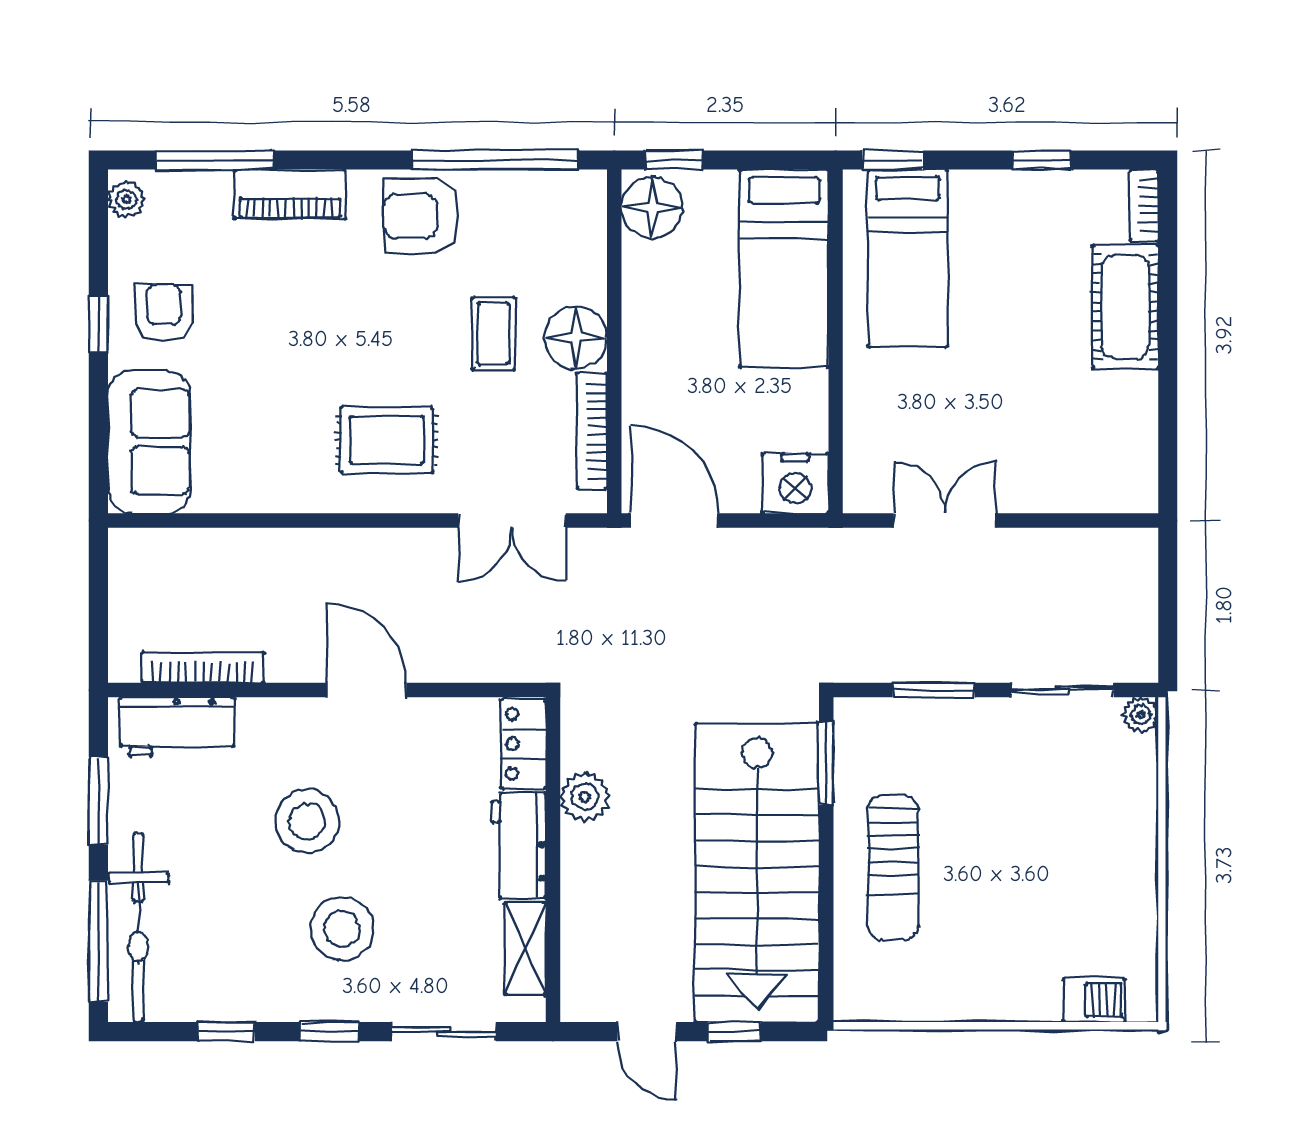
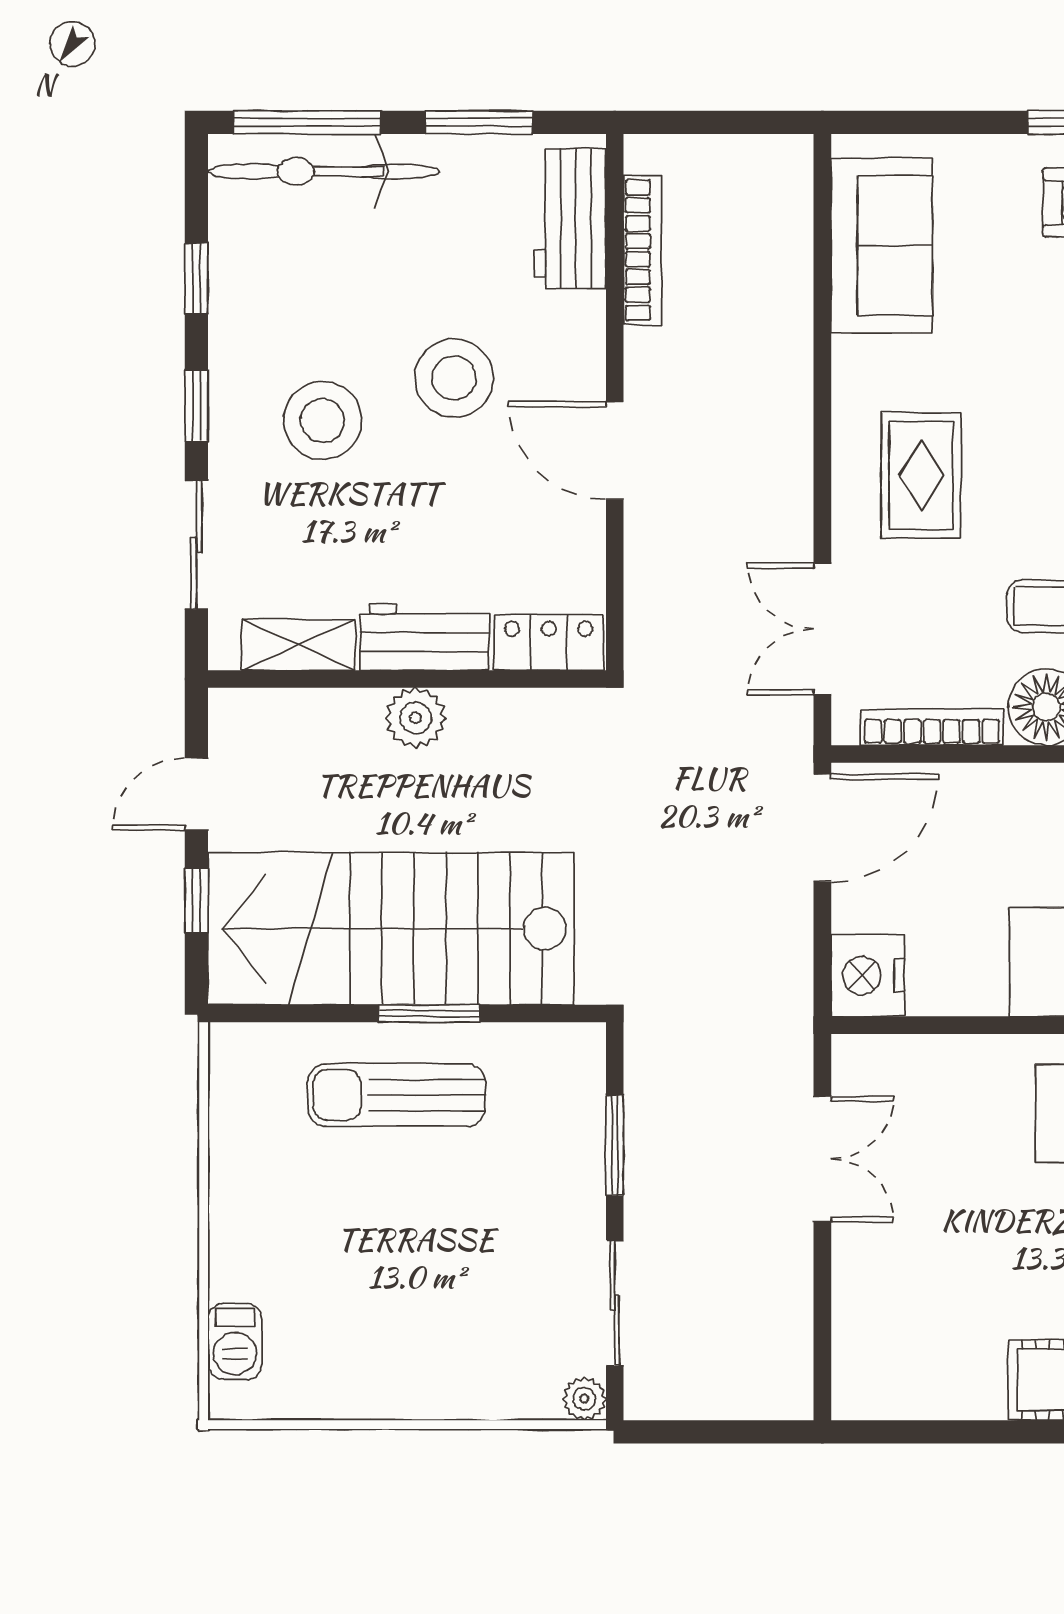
sofa: (149, 442) -> (882, 245), moved, turned -90
door: (366, 690) -> (615, 450), swing flipped
window: (826, 763) -> (429, 1014), moved
plant: (585, 797) -> (416, 718), moved

